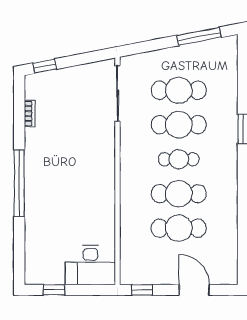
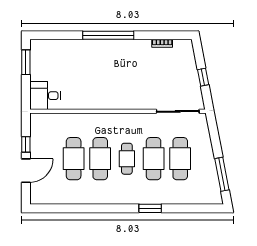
window: (45, 66) -> (203, 77), moved
desk: (90, 265) -> (45, 96), width x0.73
window: (54, 290) -> (26, 62), width x1.50
window: (142, 290) -> (26, 144), moved

